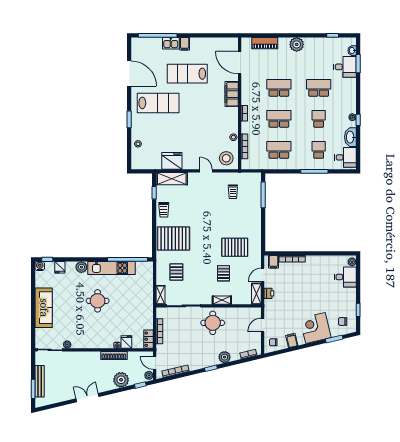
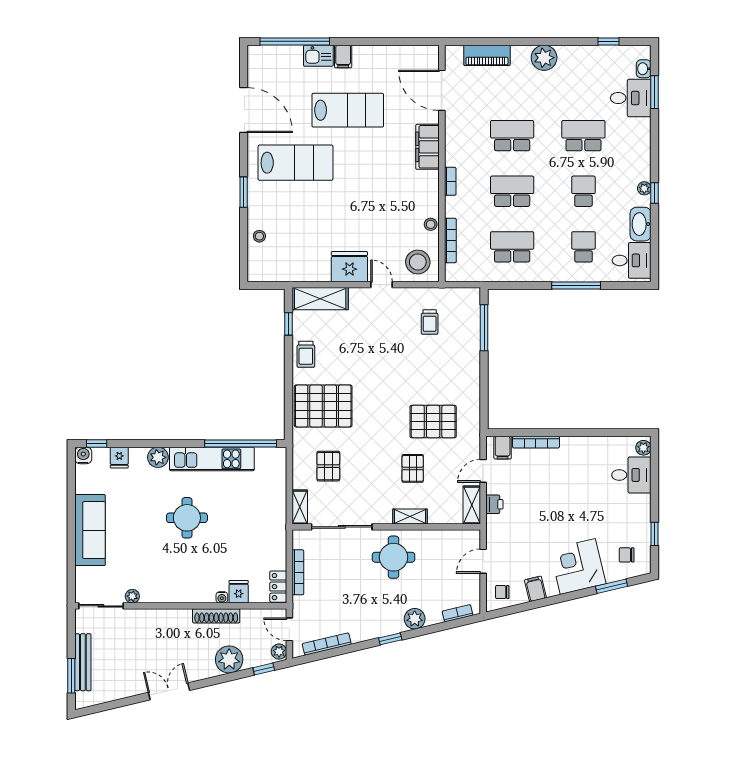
lab bench: (187, 74) -> (348, 110), turned 180
fridge: (172, 161) -> (349, 267), moved

